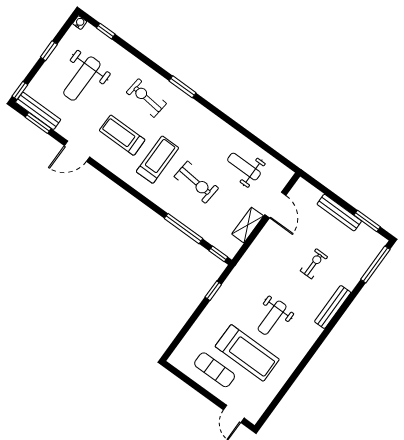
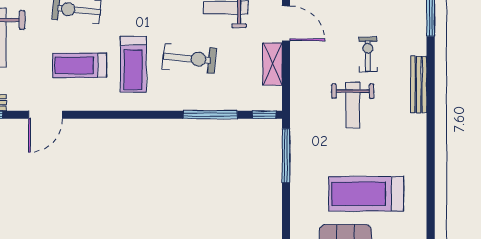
treadmill: (157, 160) -> (133, 64), turned 180
window: (213, 291) -> (286, 156), width x2.17
weight bench: (272, 318) -> (353, 105), moved
treadmill: (247, 353) -> (366, 194), turned 180

